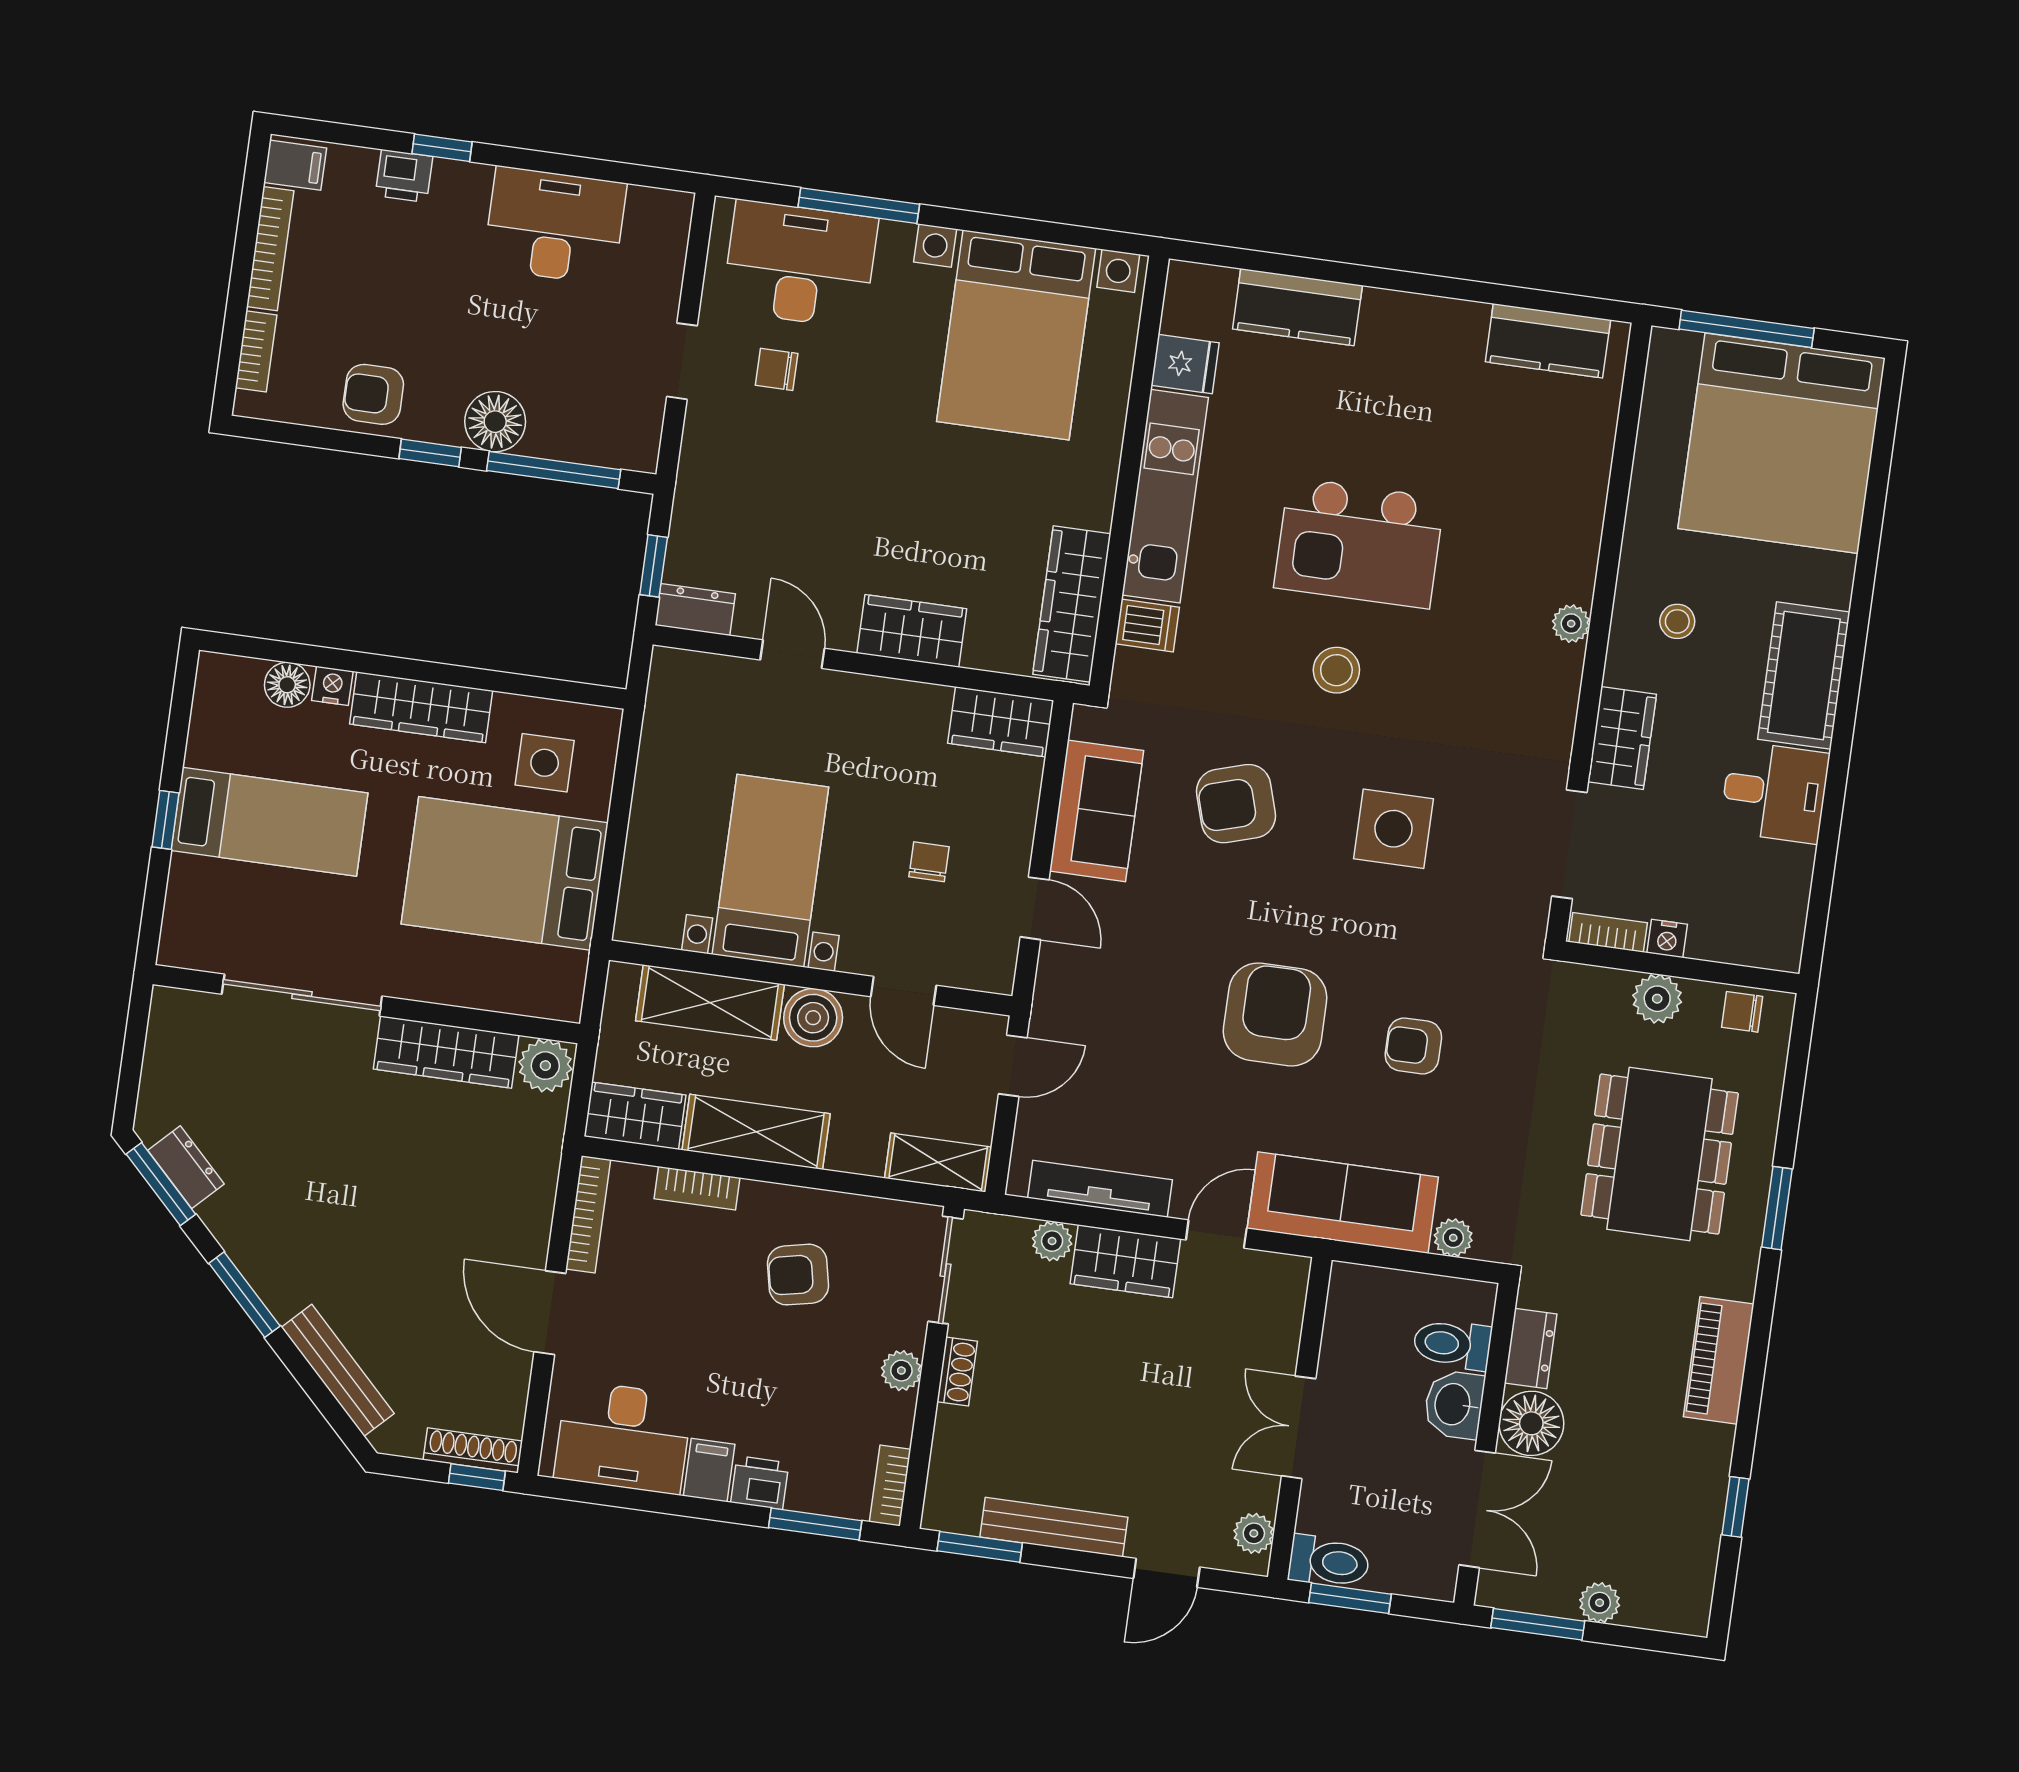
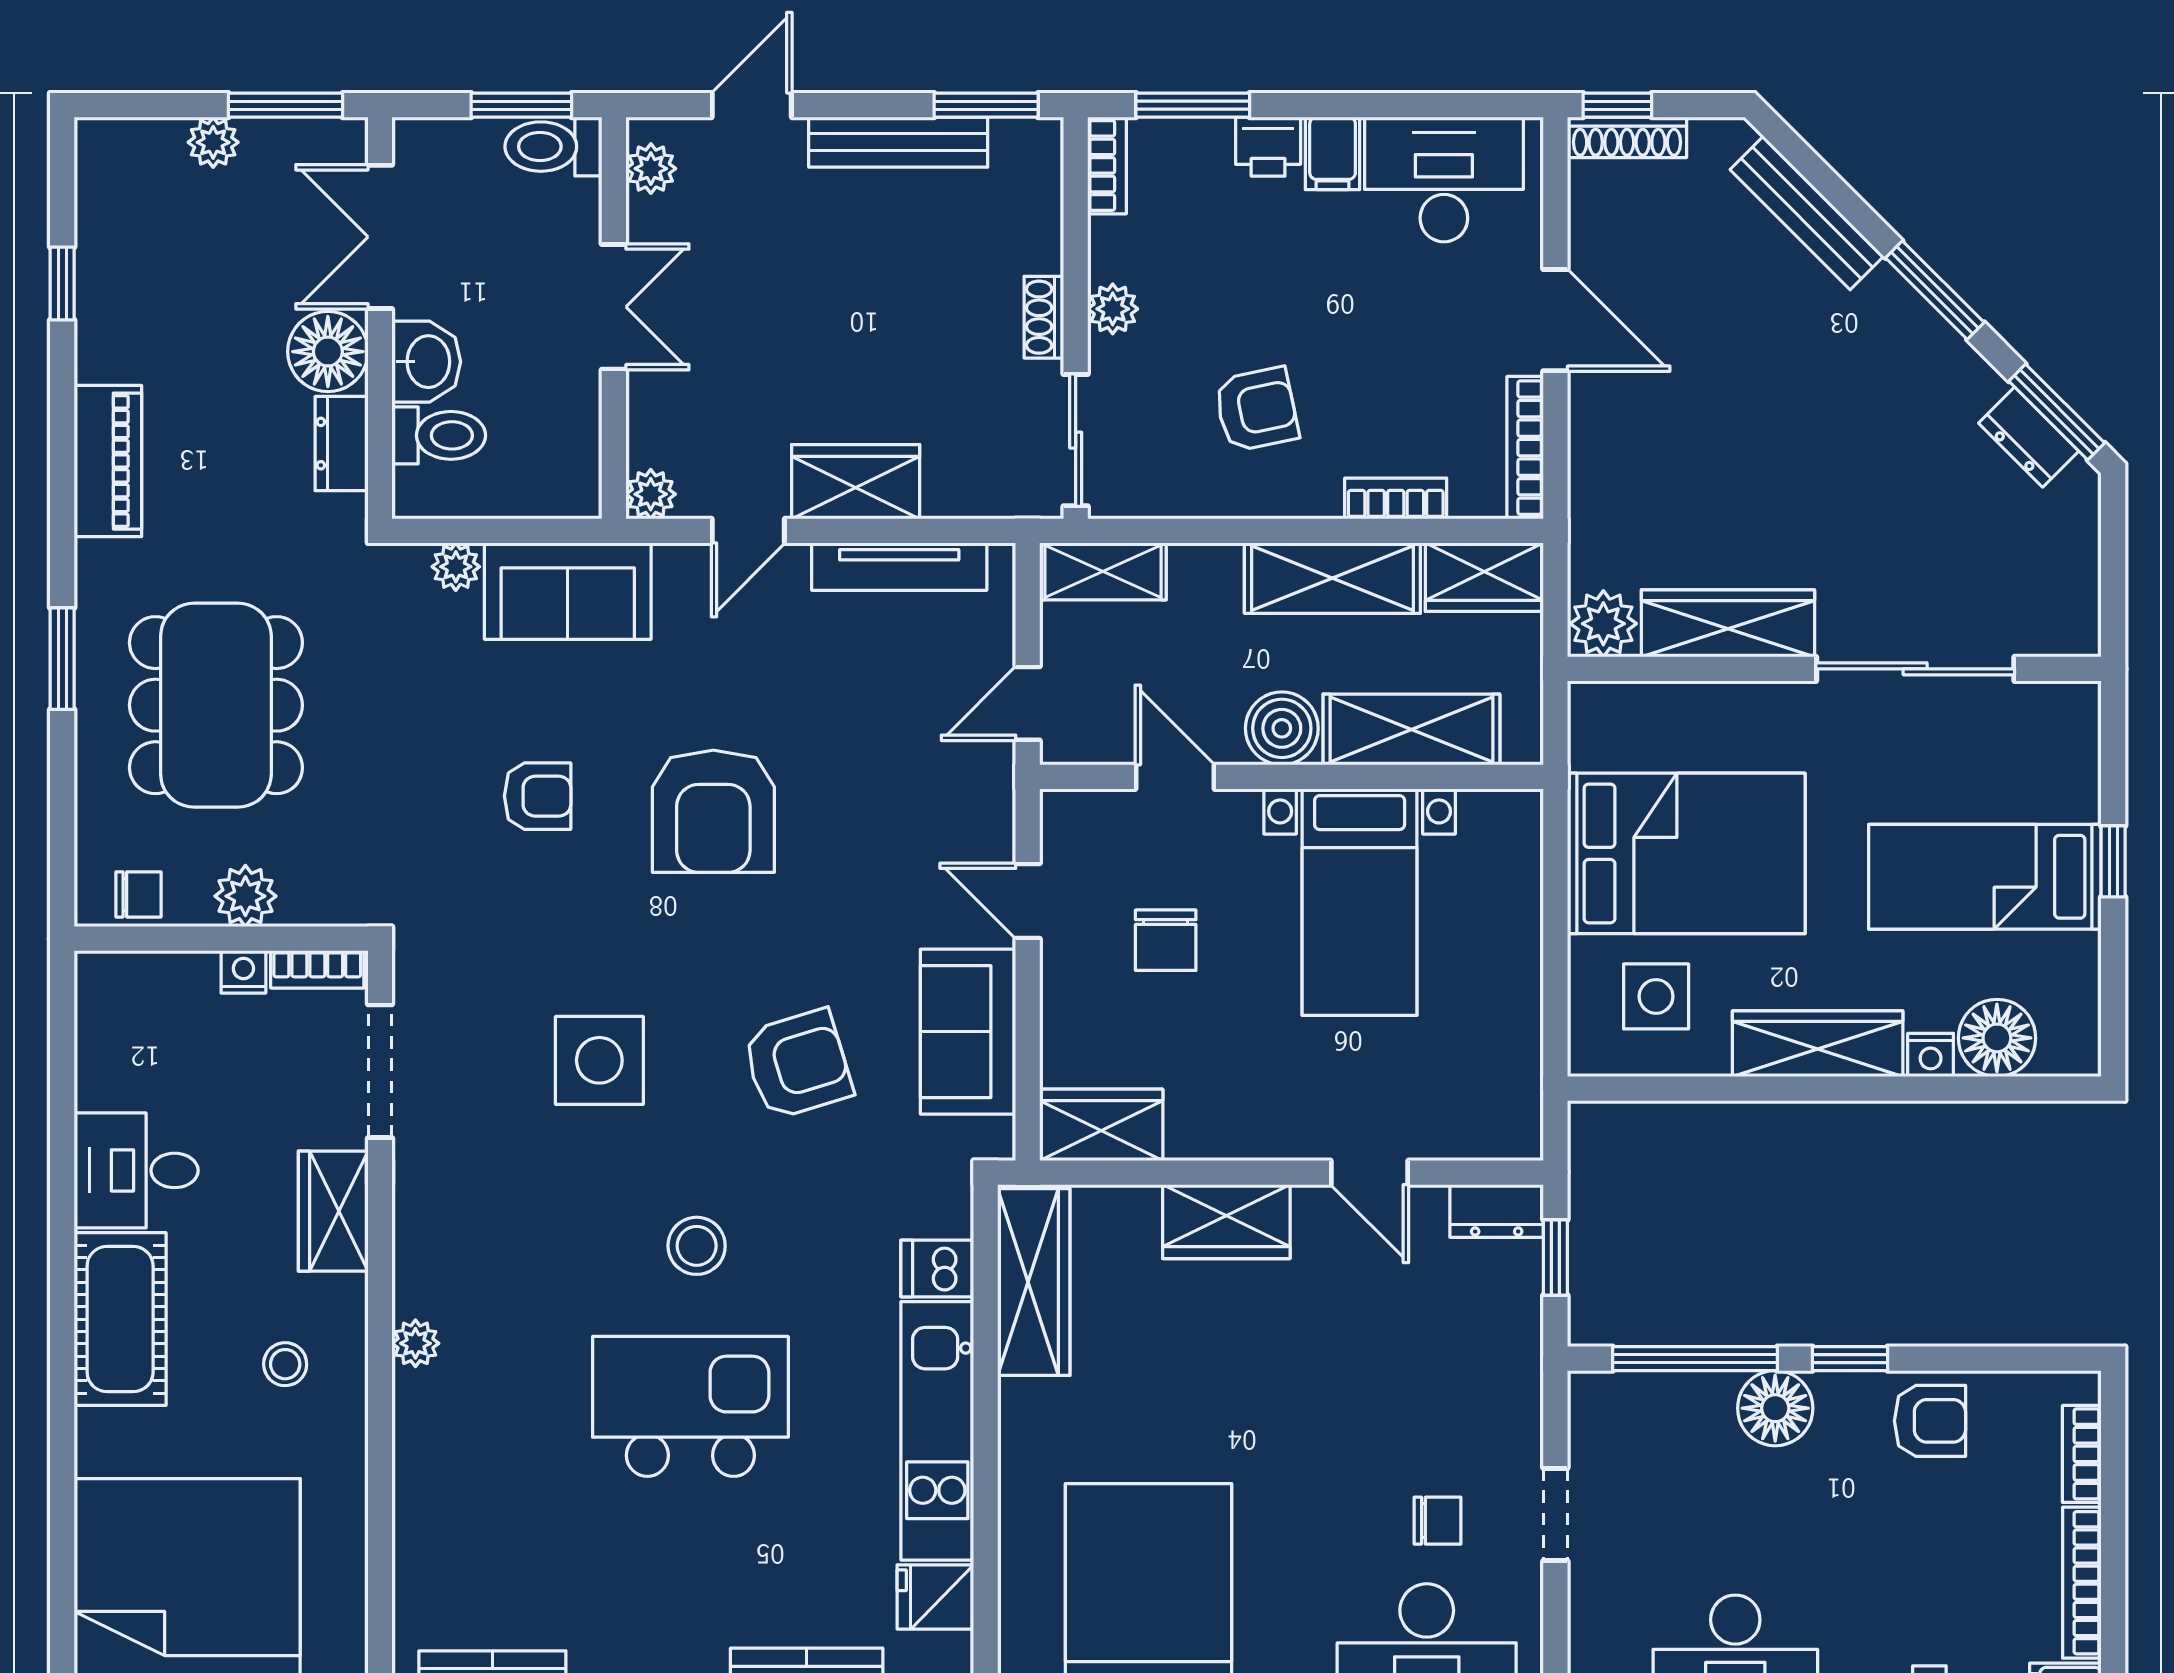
floor lamp: (287, 685) -> (1997, 1038), width x1.38, depth x1.38
chair: (929, 862) -> (1166, 940), width x1.37, depth x1.37
sofa: (1343, 1203) -> (568, 591), width x0.73
plant: (1052, 1241) -> (651, 494), moved

